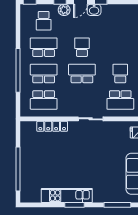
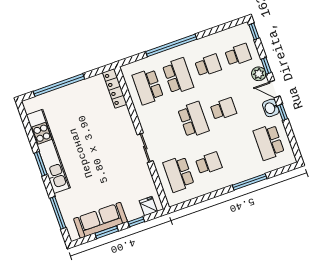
school desk: (44, 21) -> (238, 55), turned 180
school desk: (120, 21) -> (269, 142), added
school desk: (44, 47) -> (208, 65), width x0.54
locker: (52, 126) -> (115, 88), moved
kitchen unit: (67, 196) -> (48, 151), width x1.36

